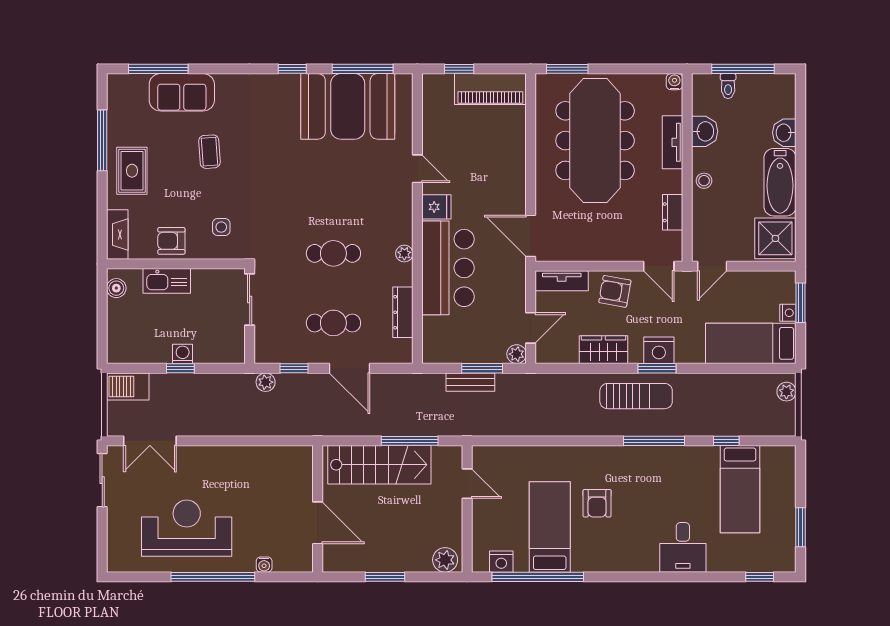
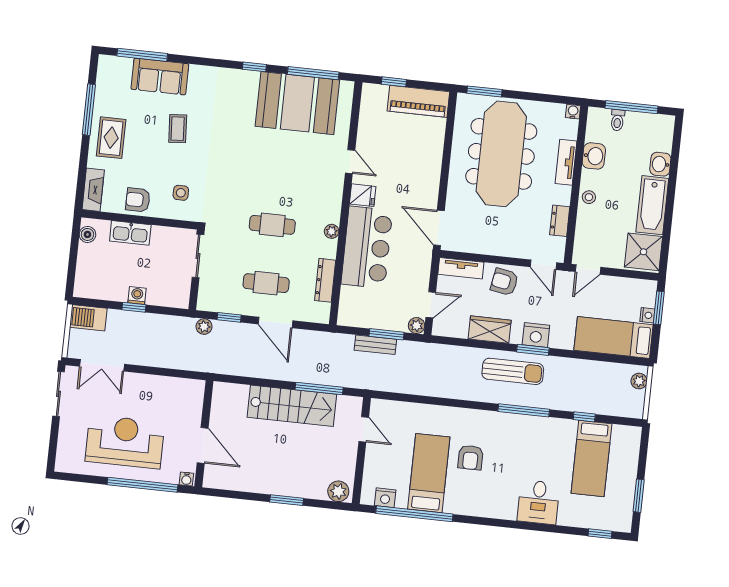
wall: (318, 509) -> (204, 434), moved
door: (318, 523) -> (203, 445), moved

